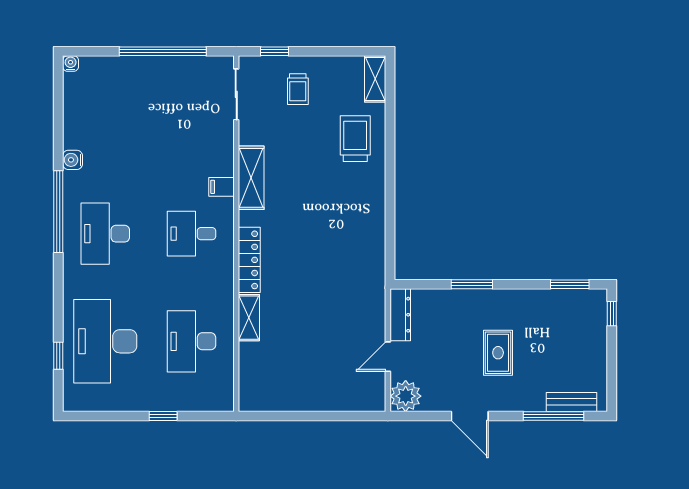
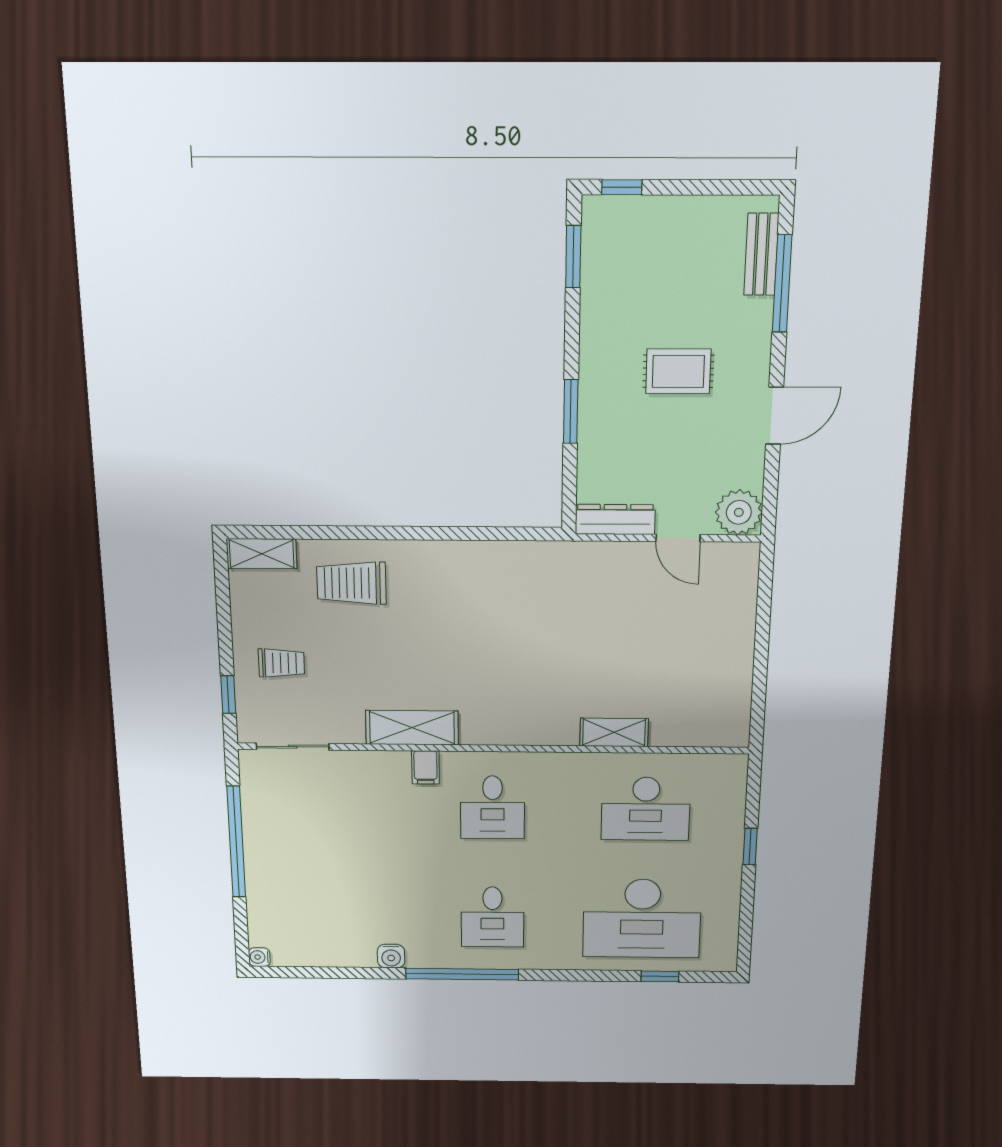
desk: (105, 234) -> (492, 917), width x0.73
locker: (249, 260) -> (530, 731), removed

